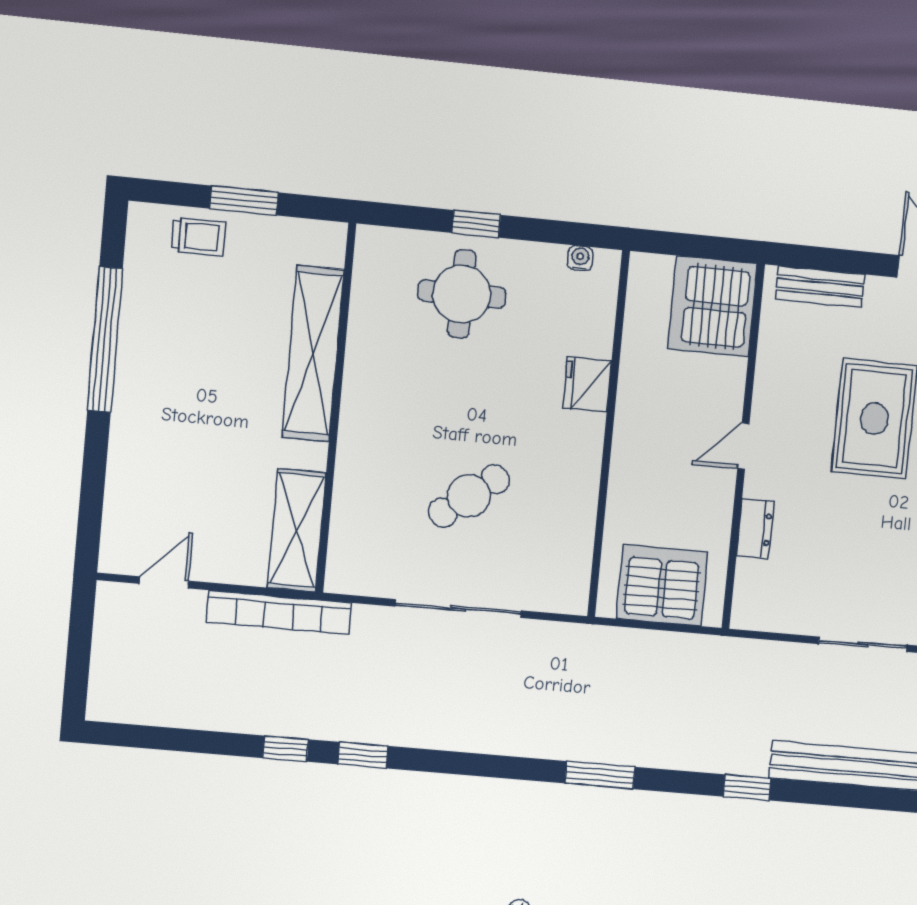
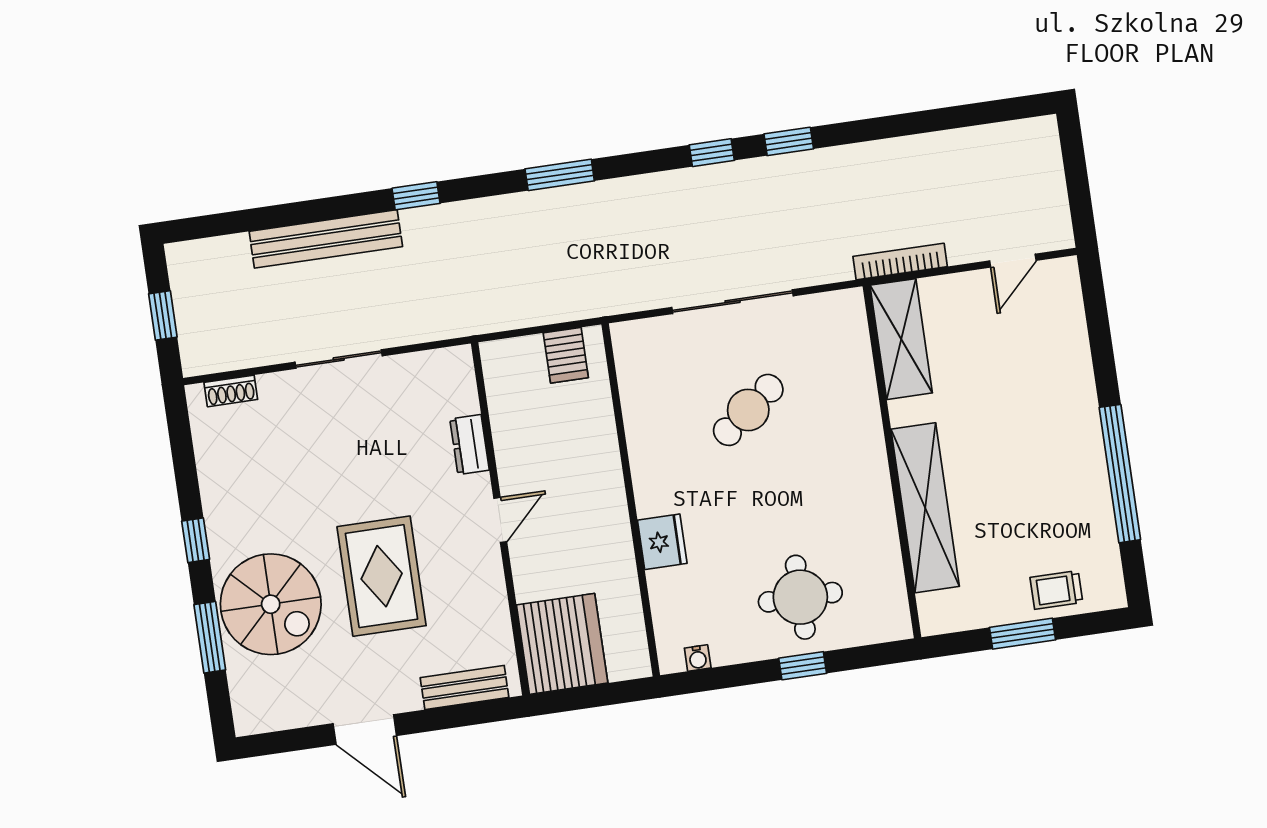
server rack: (662, 585) -> (566, 355), width x0.46, depth x0.70
bookcase: (279, 612) -> (900, 261), width x0.68, depth x0.76
window: (286, 749) -> (712, 153), moved

